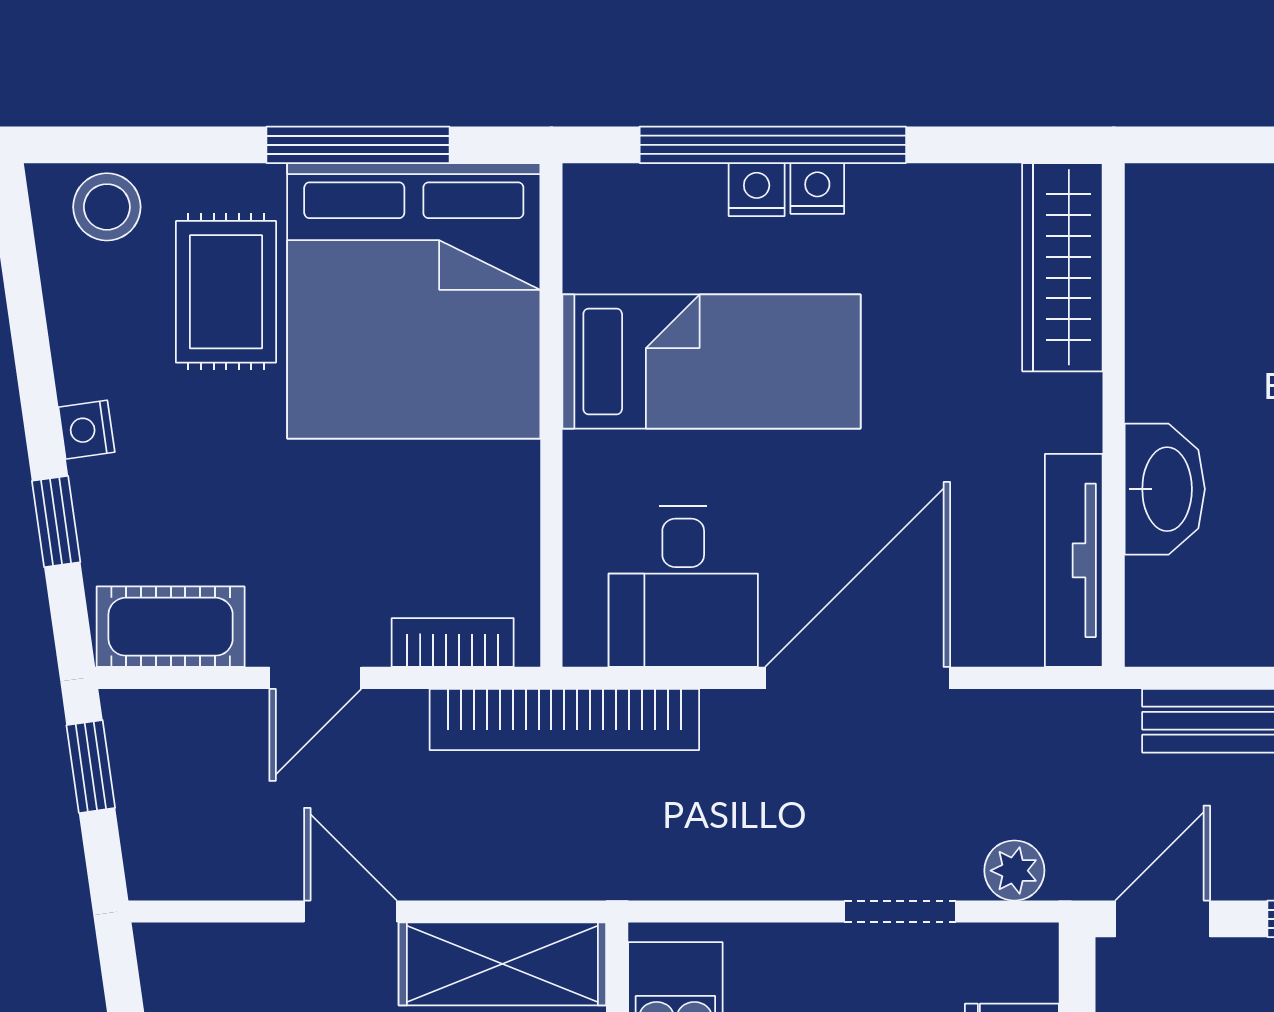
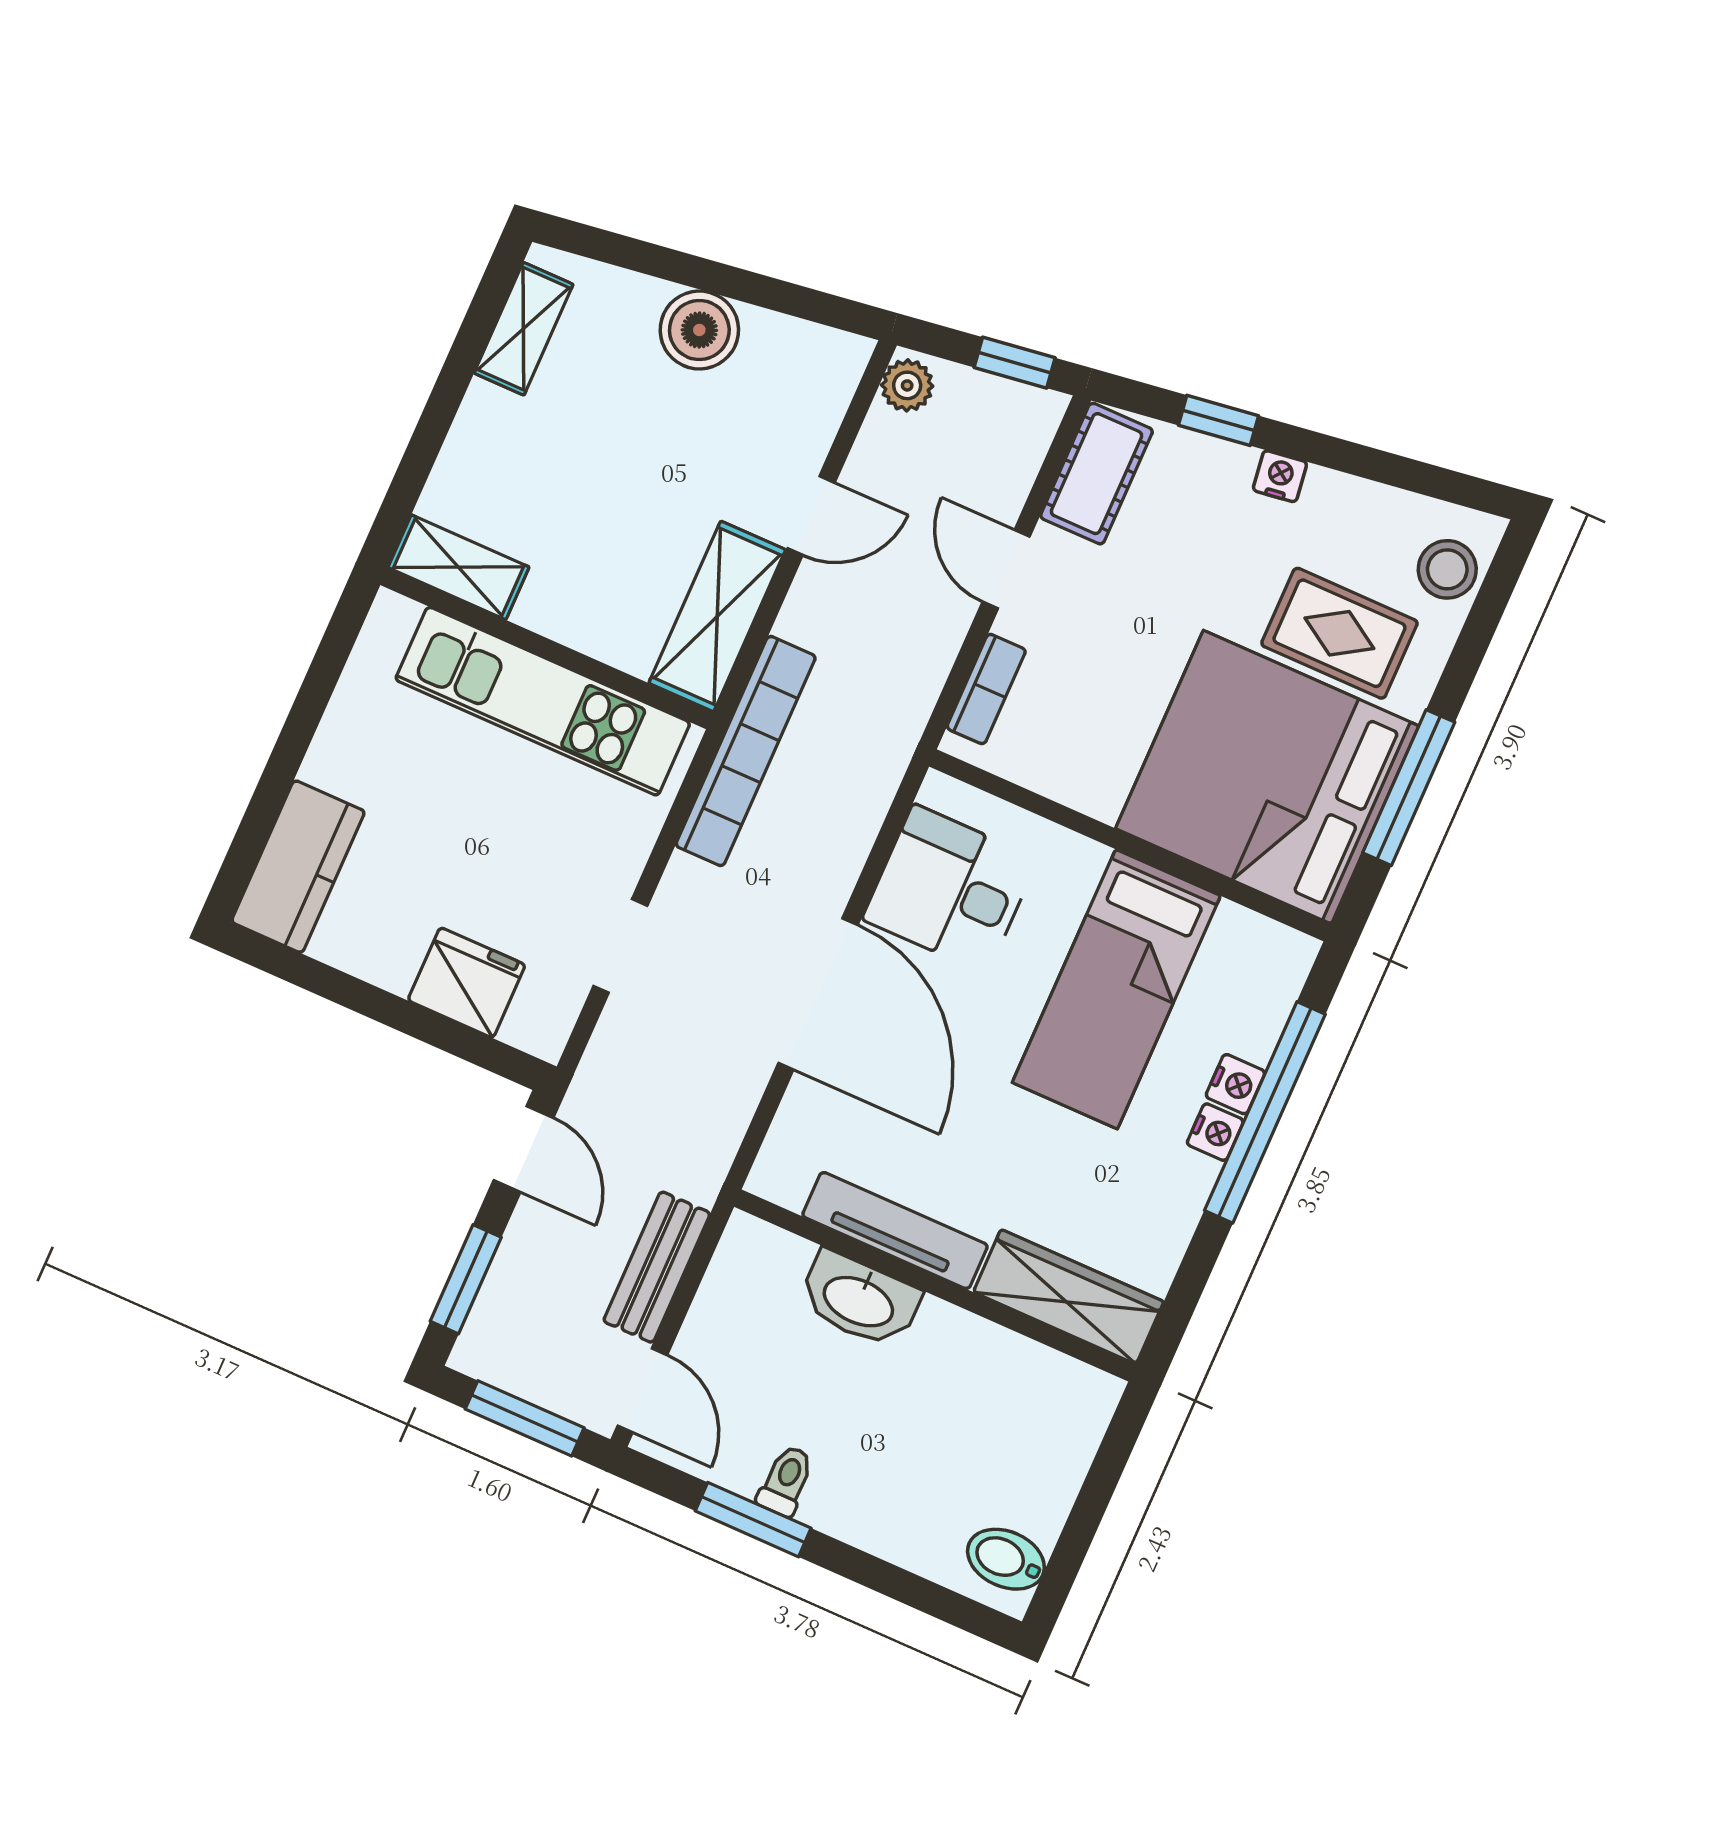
tv unit: (1074, 560) -> (895, 1231), moved
bookcase: (564, 719) -> (746, 751), moved, turned 180
plant: (1014, 871) -> (907, 385), moved

